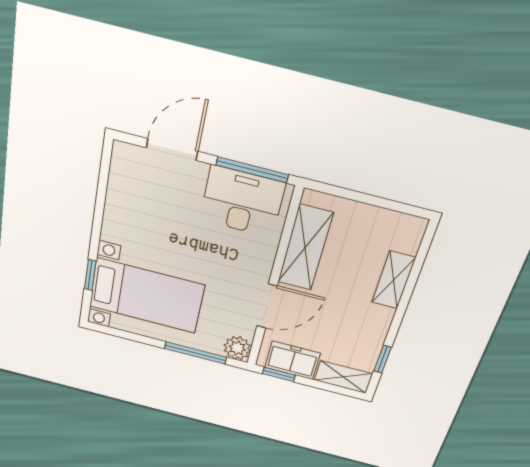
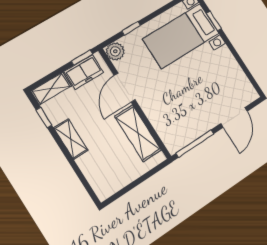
desk: (242, 202) -> (185, 125), removed
shelving: (393, 280) -> (71, 139), moved
window: (196, 353) -> (131, 28), width x0.46

